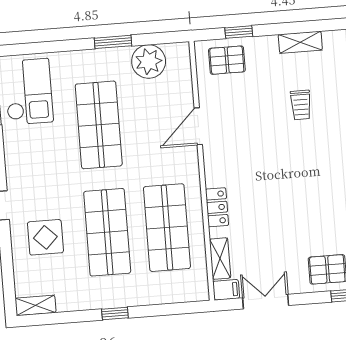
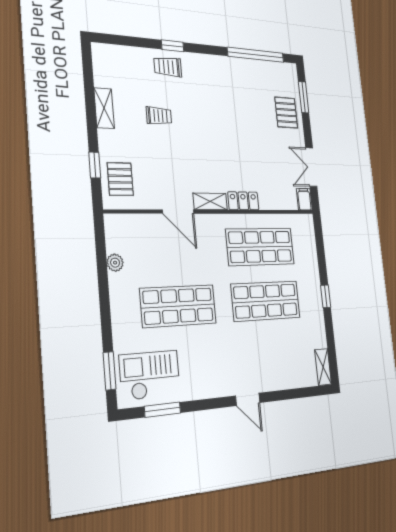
window: (113, 42) -> (110, 371), moved
plant: (149, 61) -> (115, 263), width x0.53, depth x0.53
display table: (45, 237) -> (272, 358), removed
shelving: (220, 259) -> (210, 201), moved

